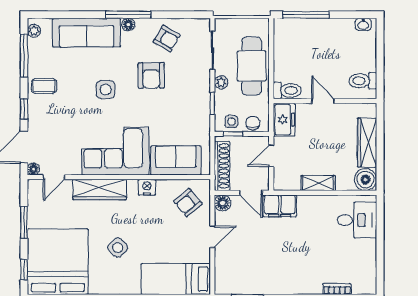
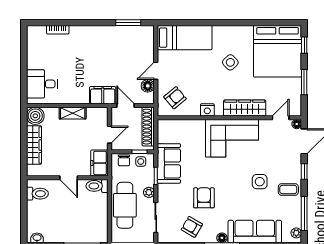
side table: (106, 90) -> (260, 182), moved
sofa: (176, 160) -> (169, 163), moved, turned -90
floor lamp: (223, 203) -> (148, 86), moved

